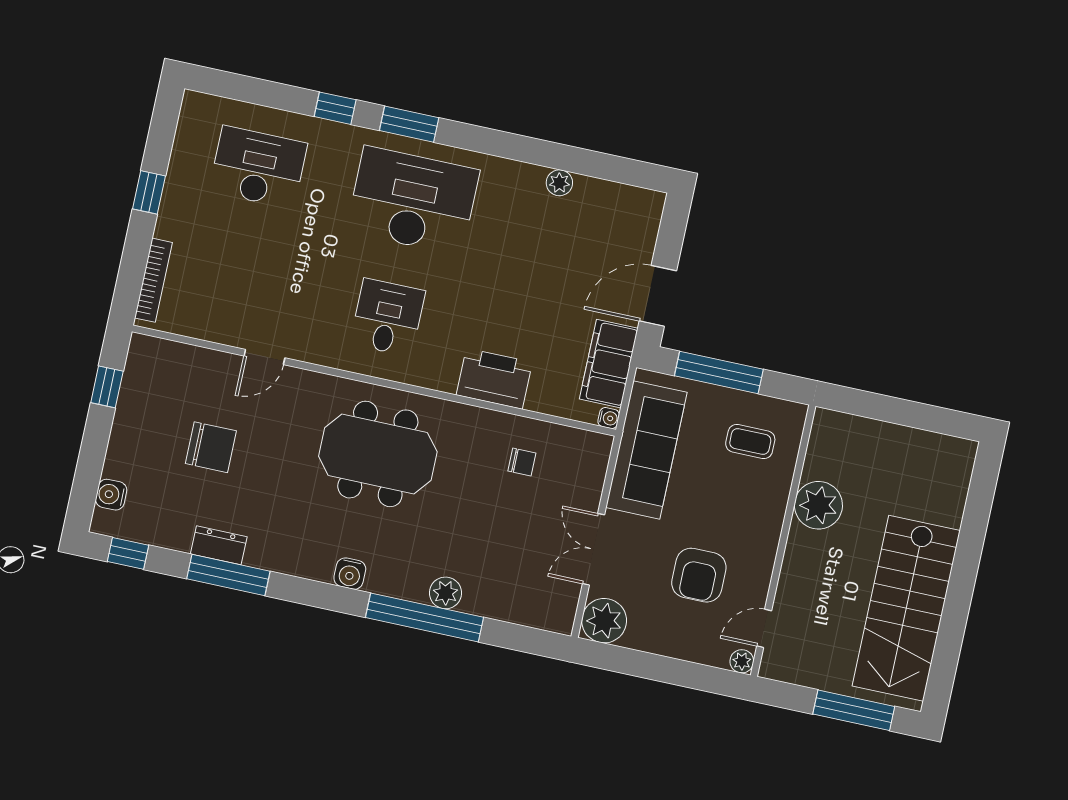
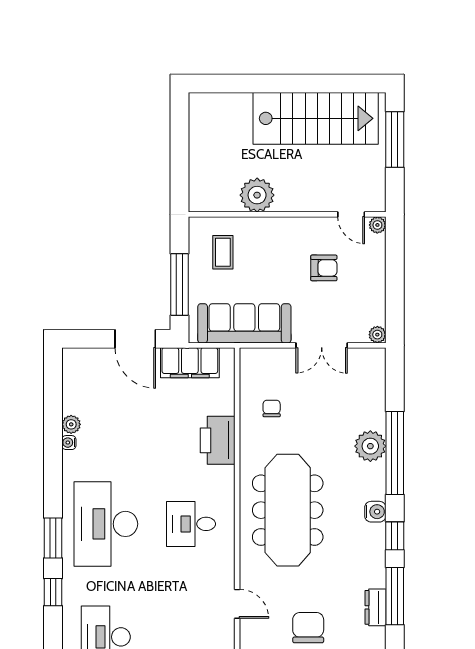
water cooler: (609, 418) -> (69, 443), moved, turned -90
meeting table: (378, 454) -> (288, 510), width x1.36
armchair: (699, 575) -> (324, 268), width x0.72, depth x0.72
window: (311, 593) -> (395, 536), added
plant: (446, 593) -> (370, 446), width x1.36, depth x1.36
plant: (604, 621) -> (377, 335), width x0.53, depth x0.53

